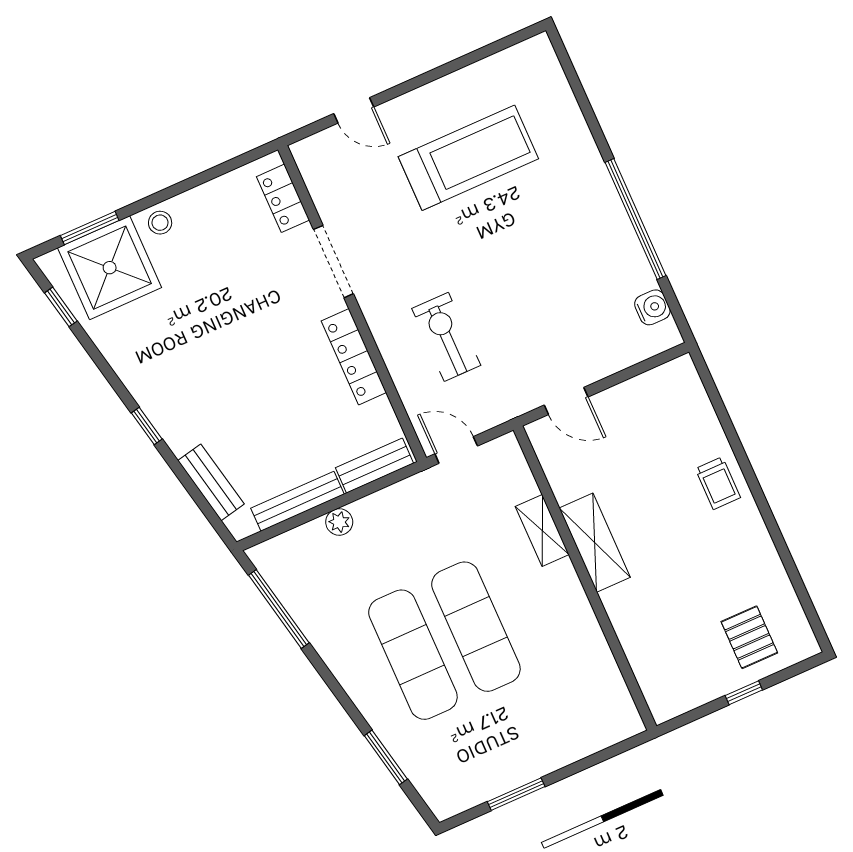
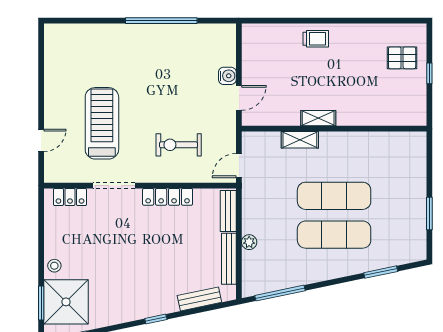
treadmill: (468, 158) -> (102, 123), moved
water cooler: (652, 307) -> (227, 76), moved, turned 90
shelving: (595, 543) -> (318, 118), width x0.67, depth x0.75

